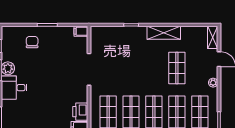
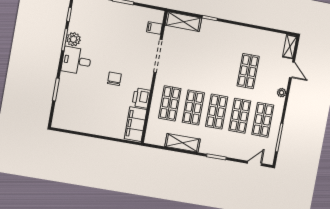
filing cabinet: (81, 31) -> (154, 28), moved
shelving: (164, 33) -> (183, 22), moved
chair: (32, 42) -> (114, 79), moved

